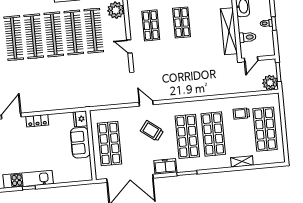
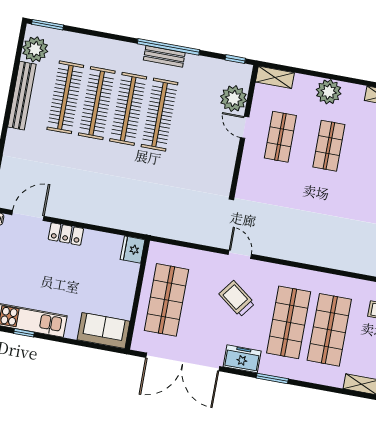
clothes rail: (94, 31) -> (191, 120), removed
door: (129, 47) -> (245, 127), moved
sofa: (80, 143) -> (104, 331), moved, turned 90

